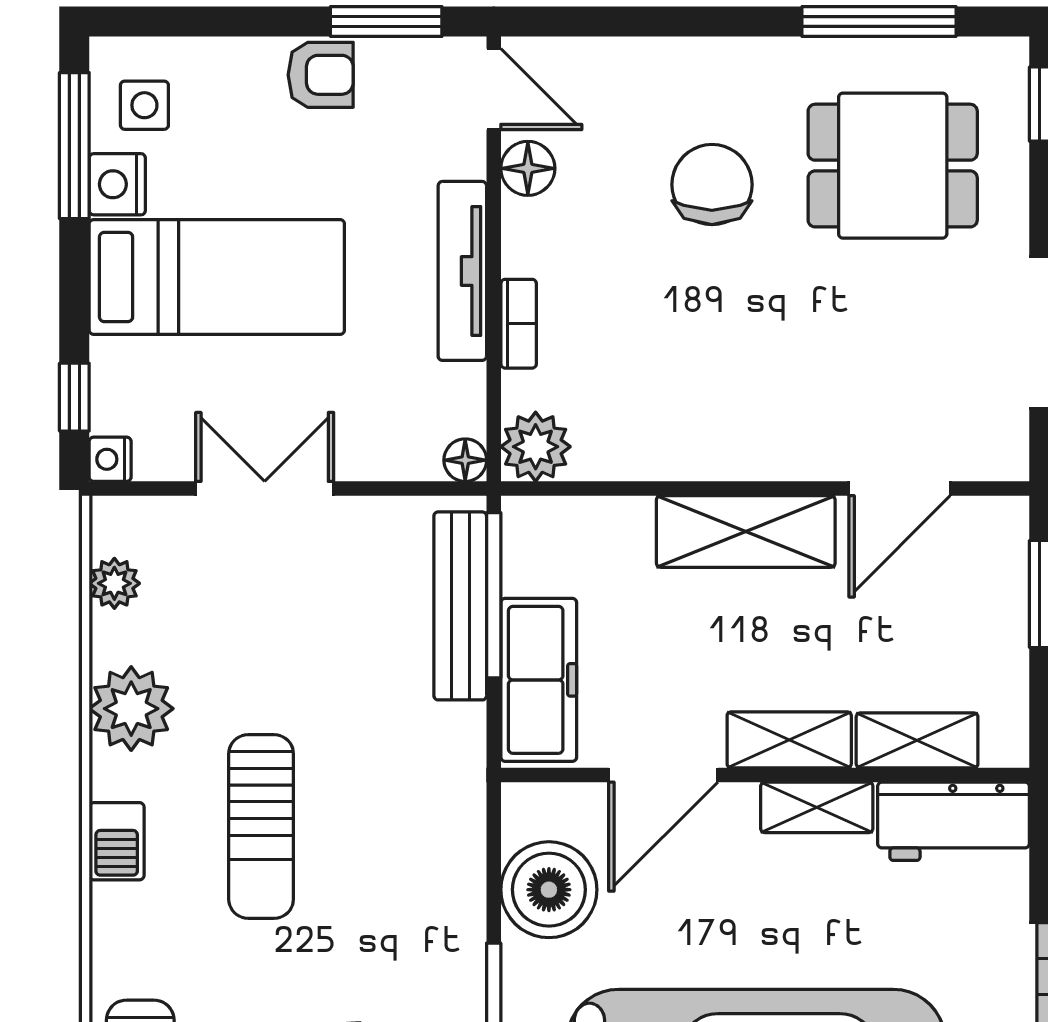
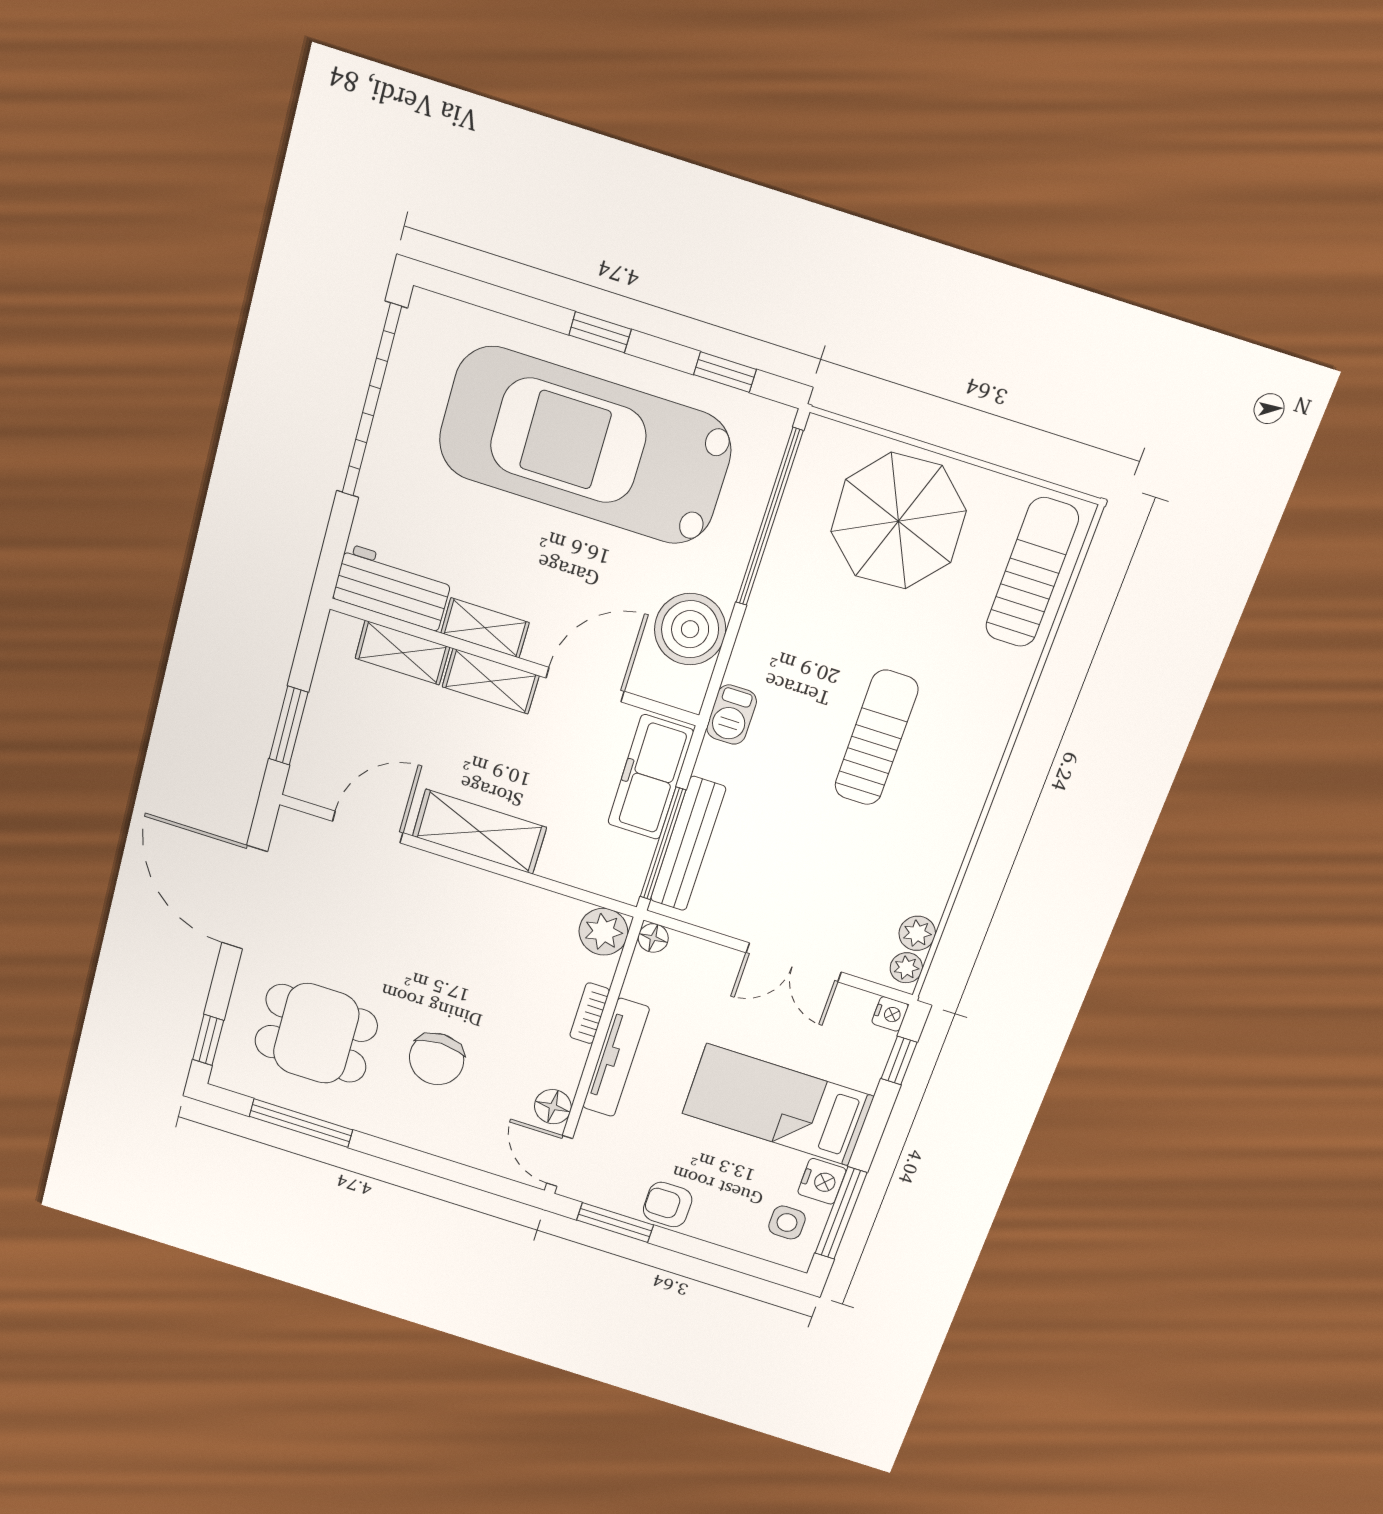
plant: (131, 709) -> (906, 968), moved, width x0.53, depth x0.53
barbecue: (117, 841) -> (731, 715), moved, turned 180

